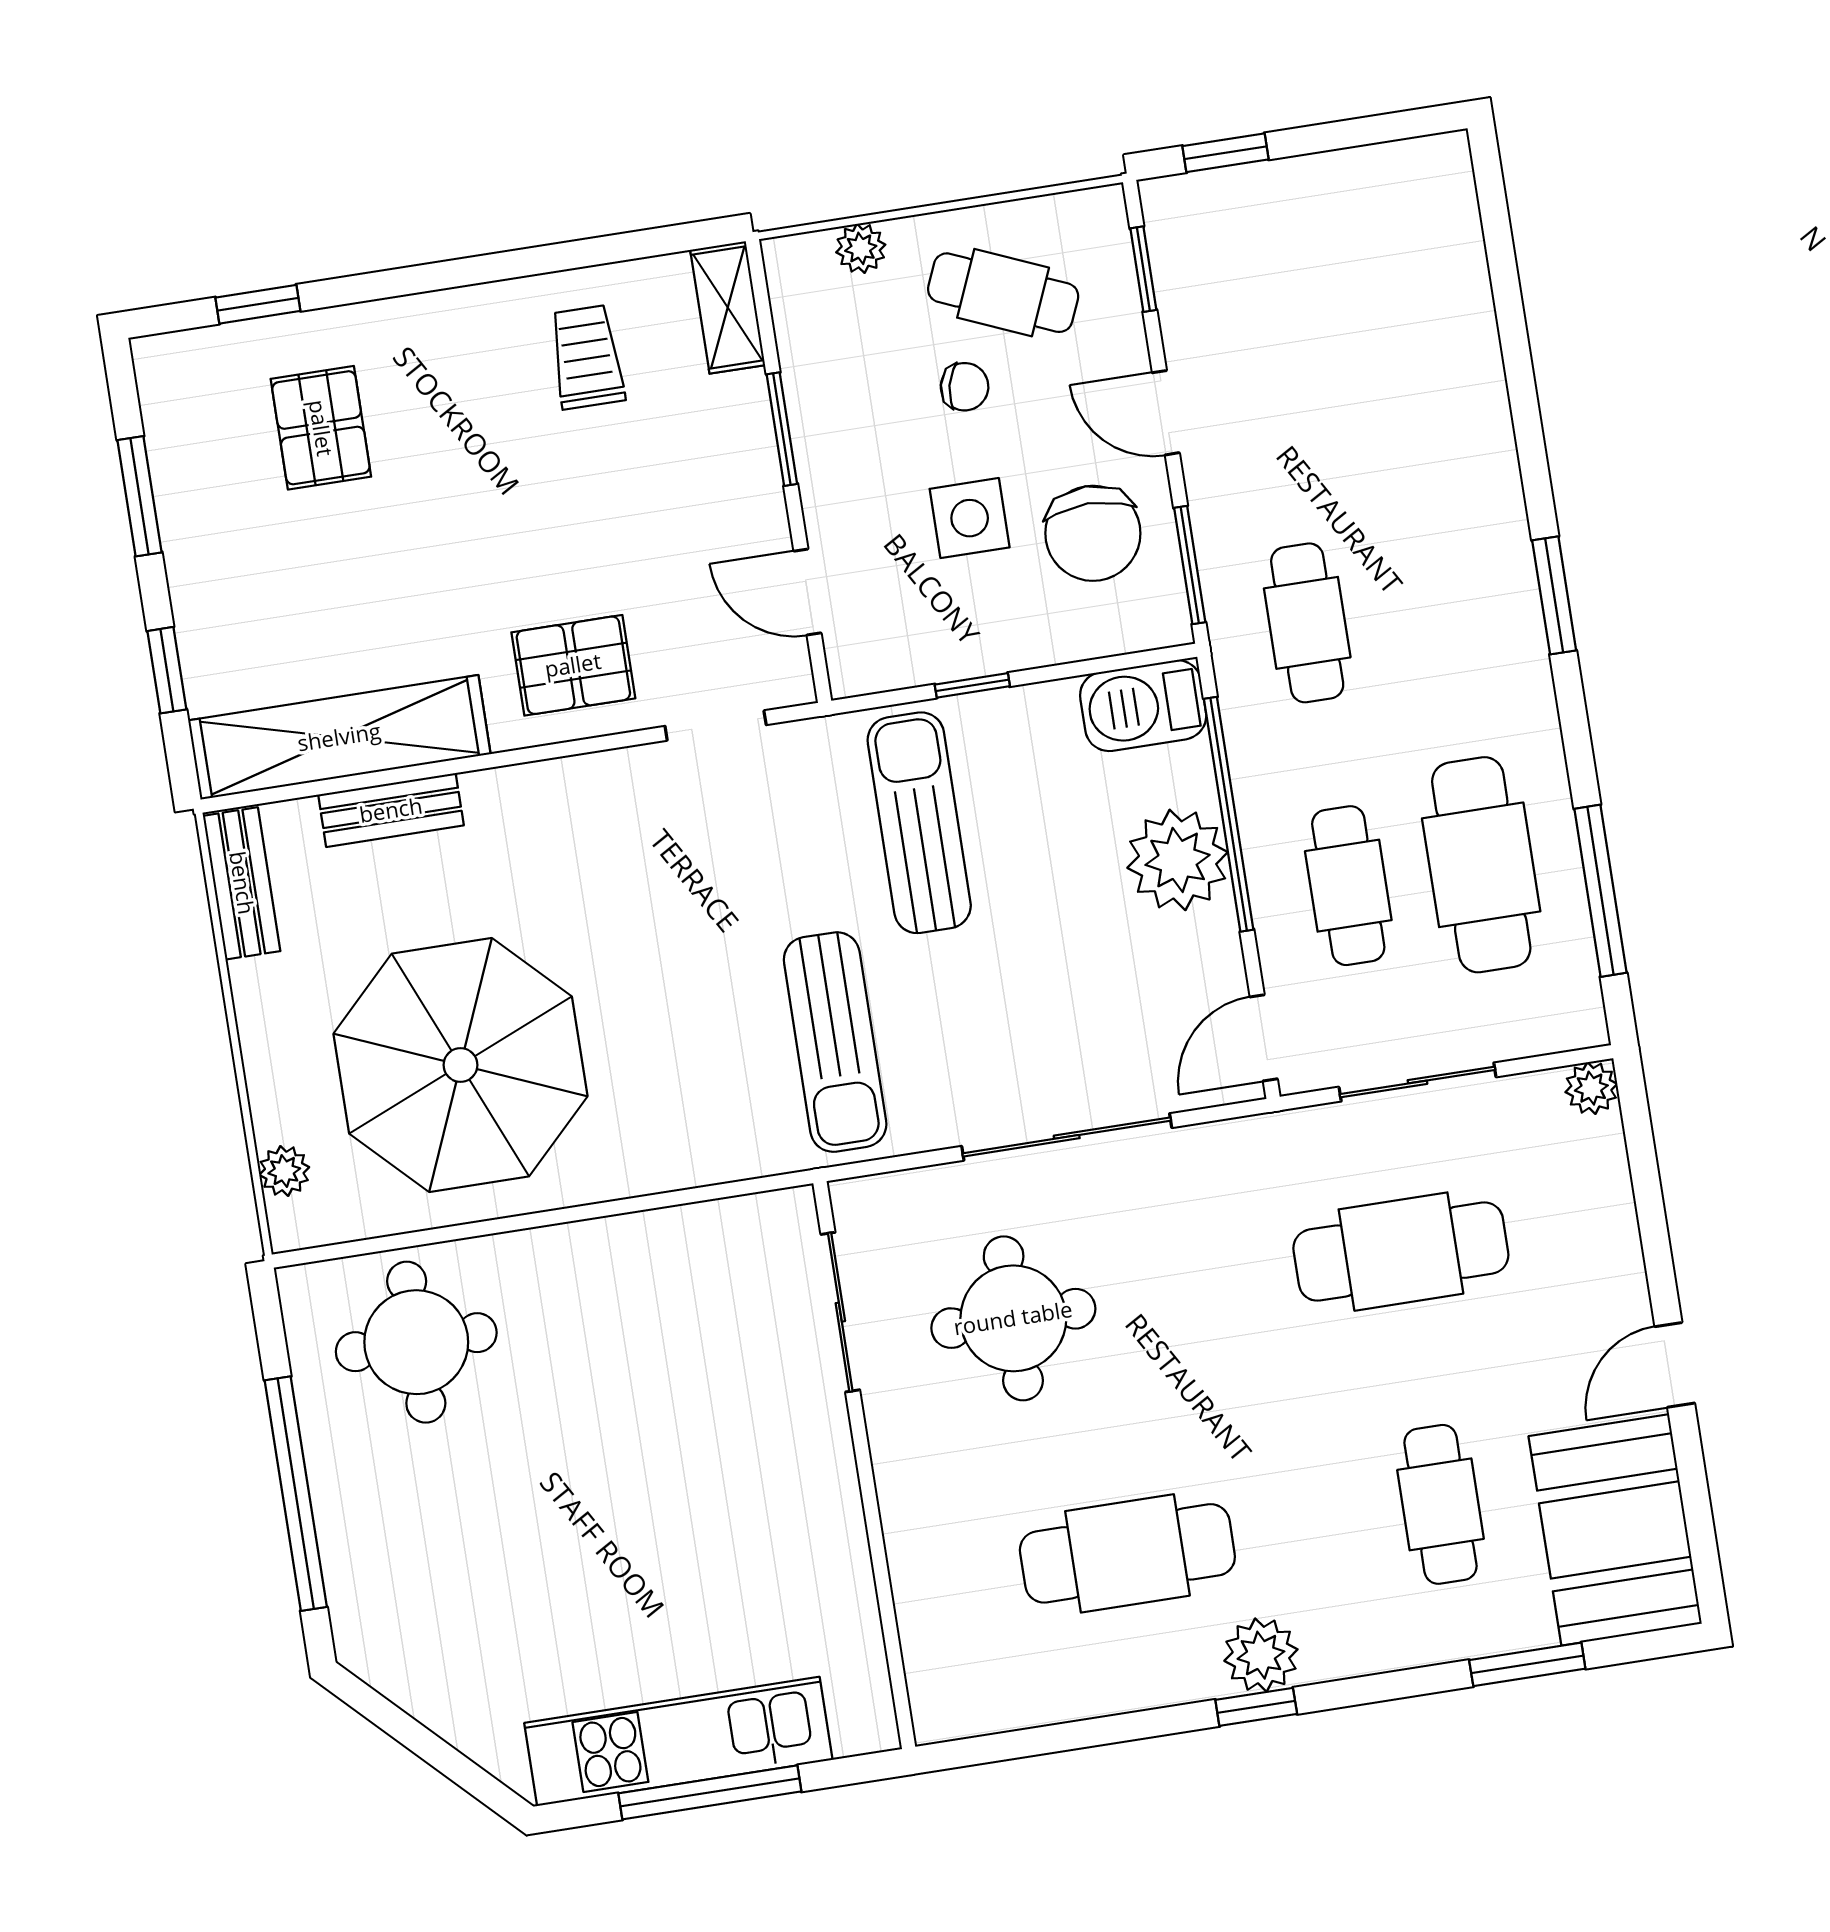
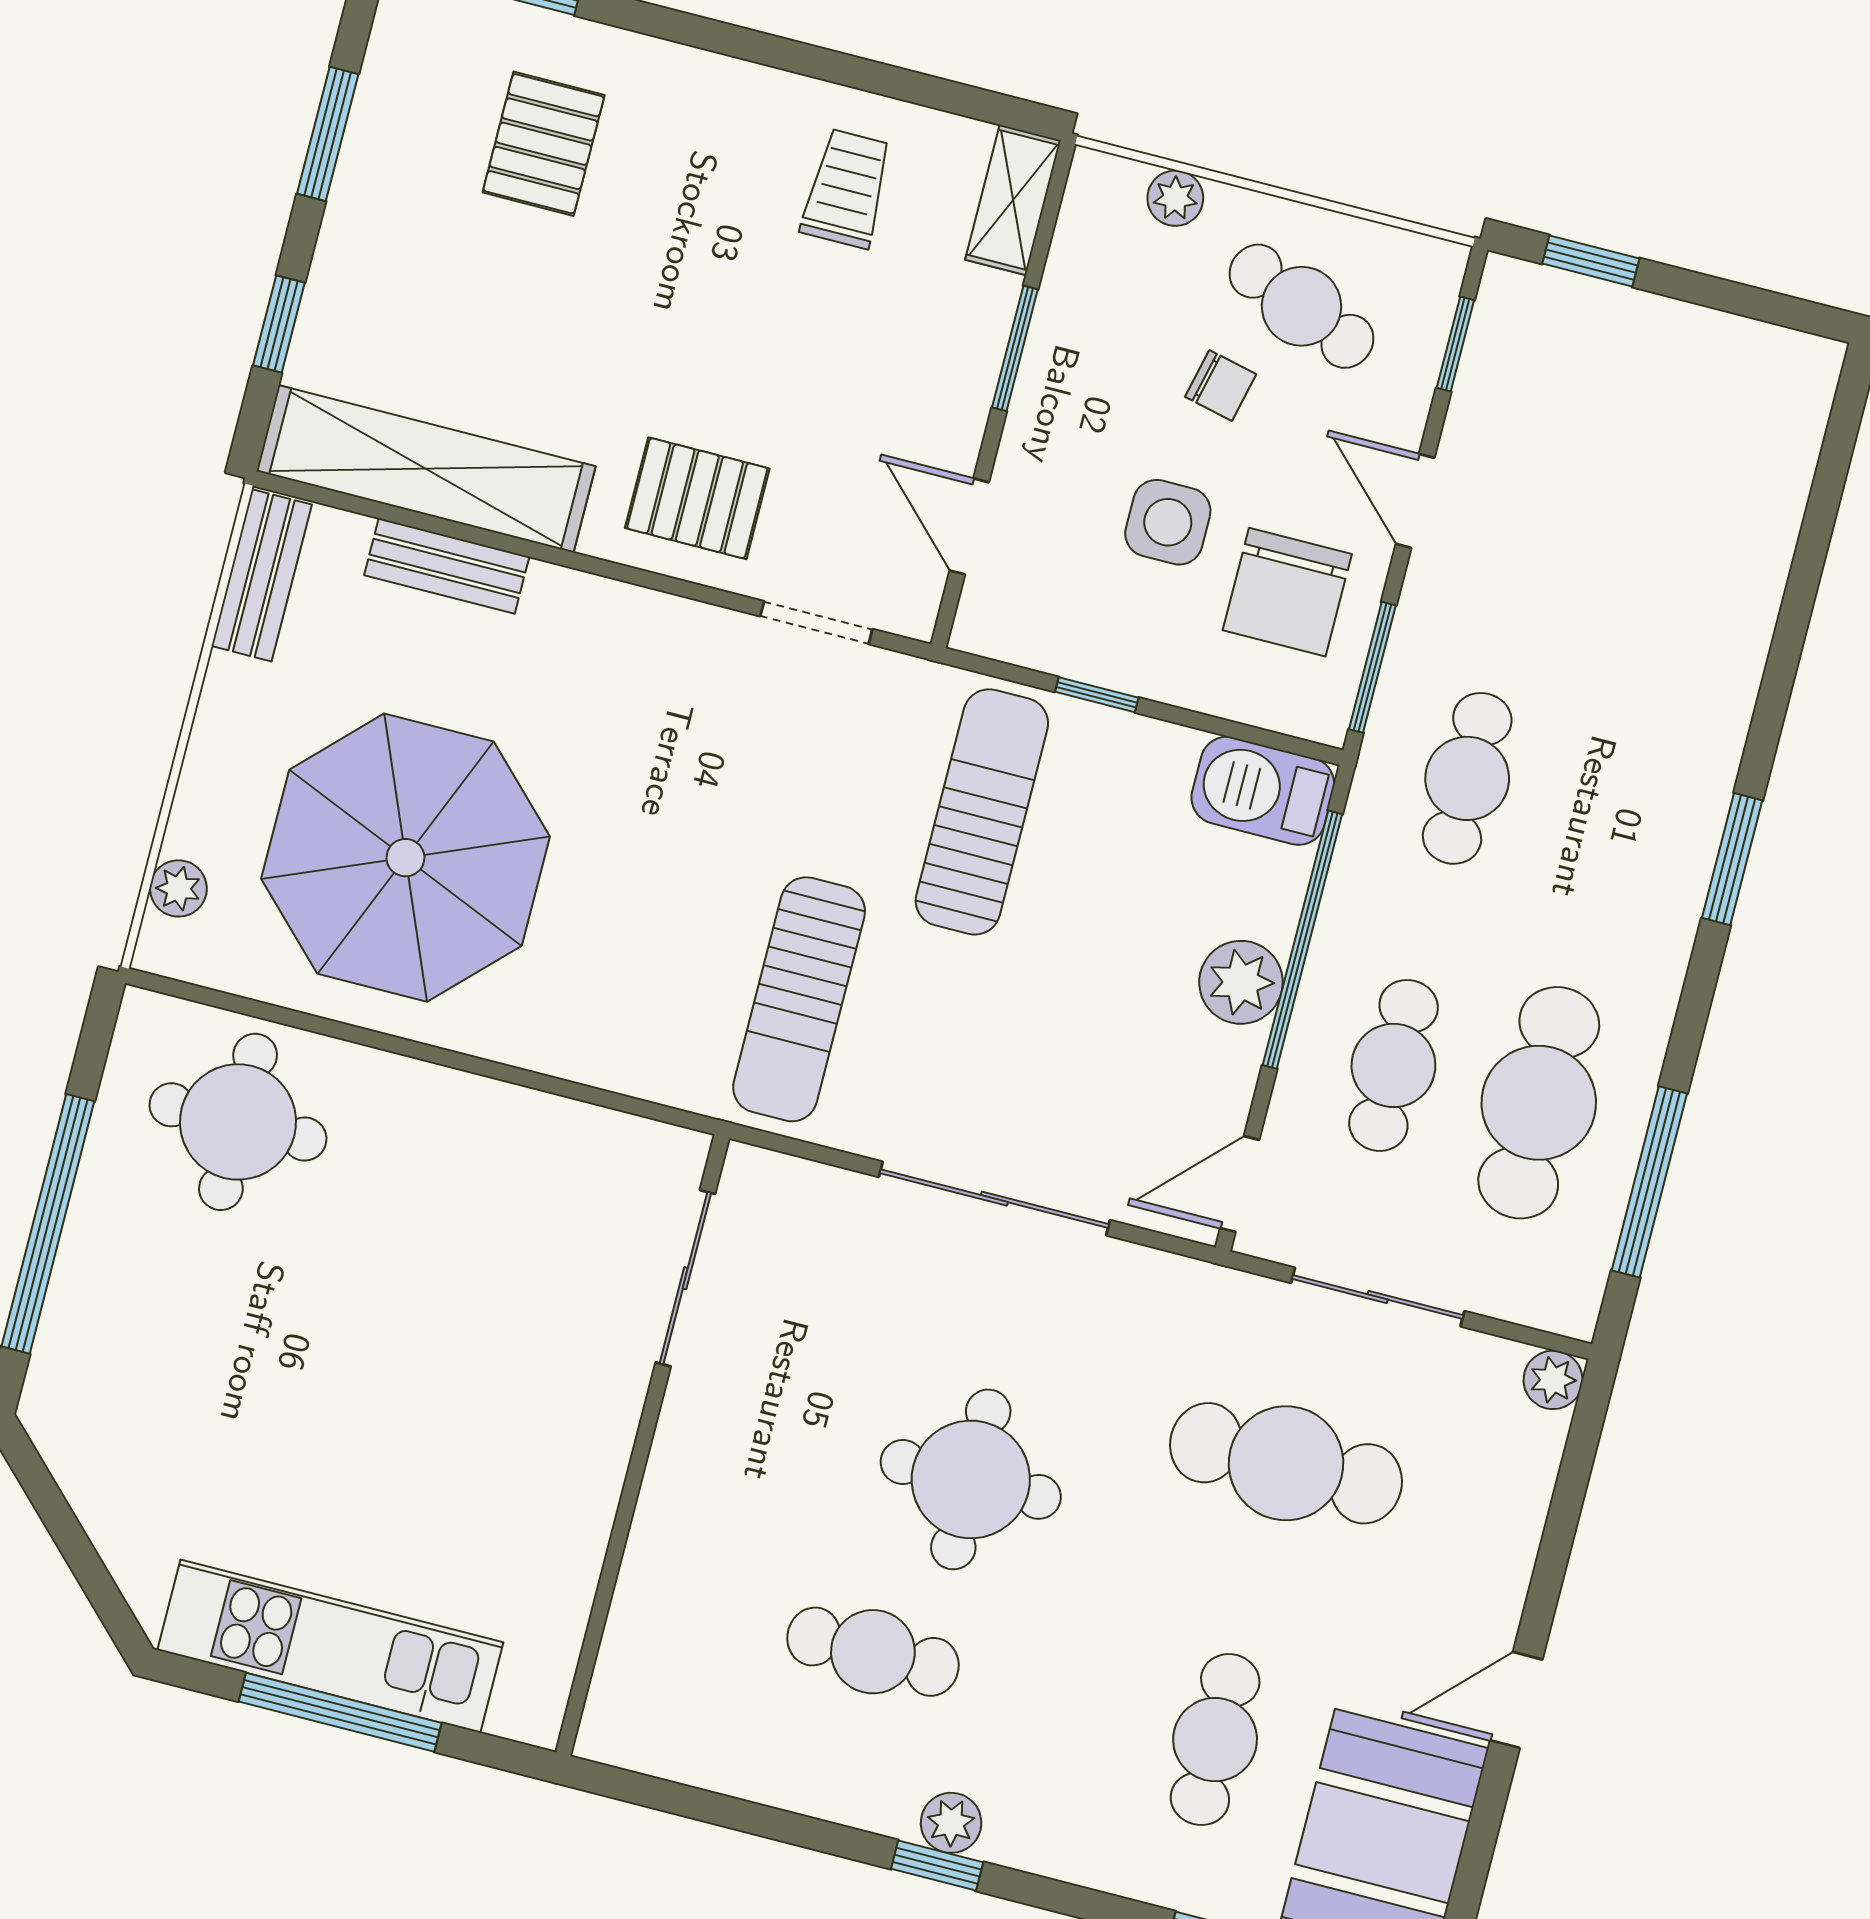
plant: (1178, 860) -> (1241, 982), width x0.73, depth x0.73
round table: (1013, 1318) -> (971, 1479), moved
cafe table: (1127, 1553) -> (873, 1652), width x0.73, depth x0.74
plant: (1261, 1655) -> (951, 1823), width x0.73, depth x0.73

